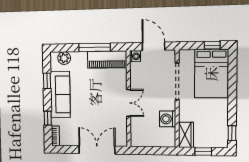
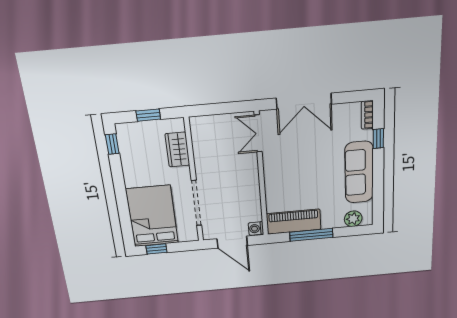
window: (47, 81) -> (378, 188), removed
double door: (128, 103) -> (258, 133), moved
washing machine: (168, 119) -> (204, 154), removed
wardrobe: (186, 135) -> (177, 150), moved

